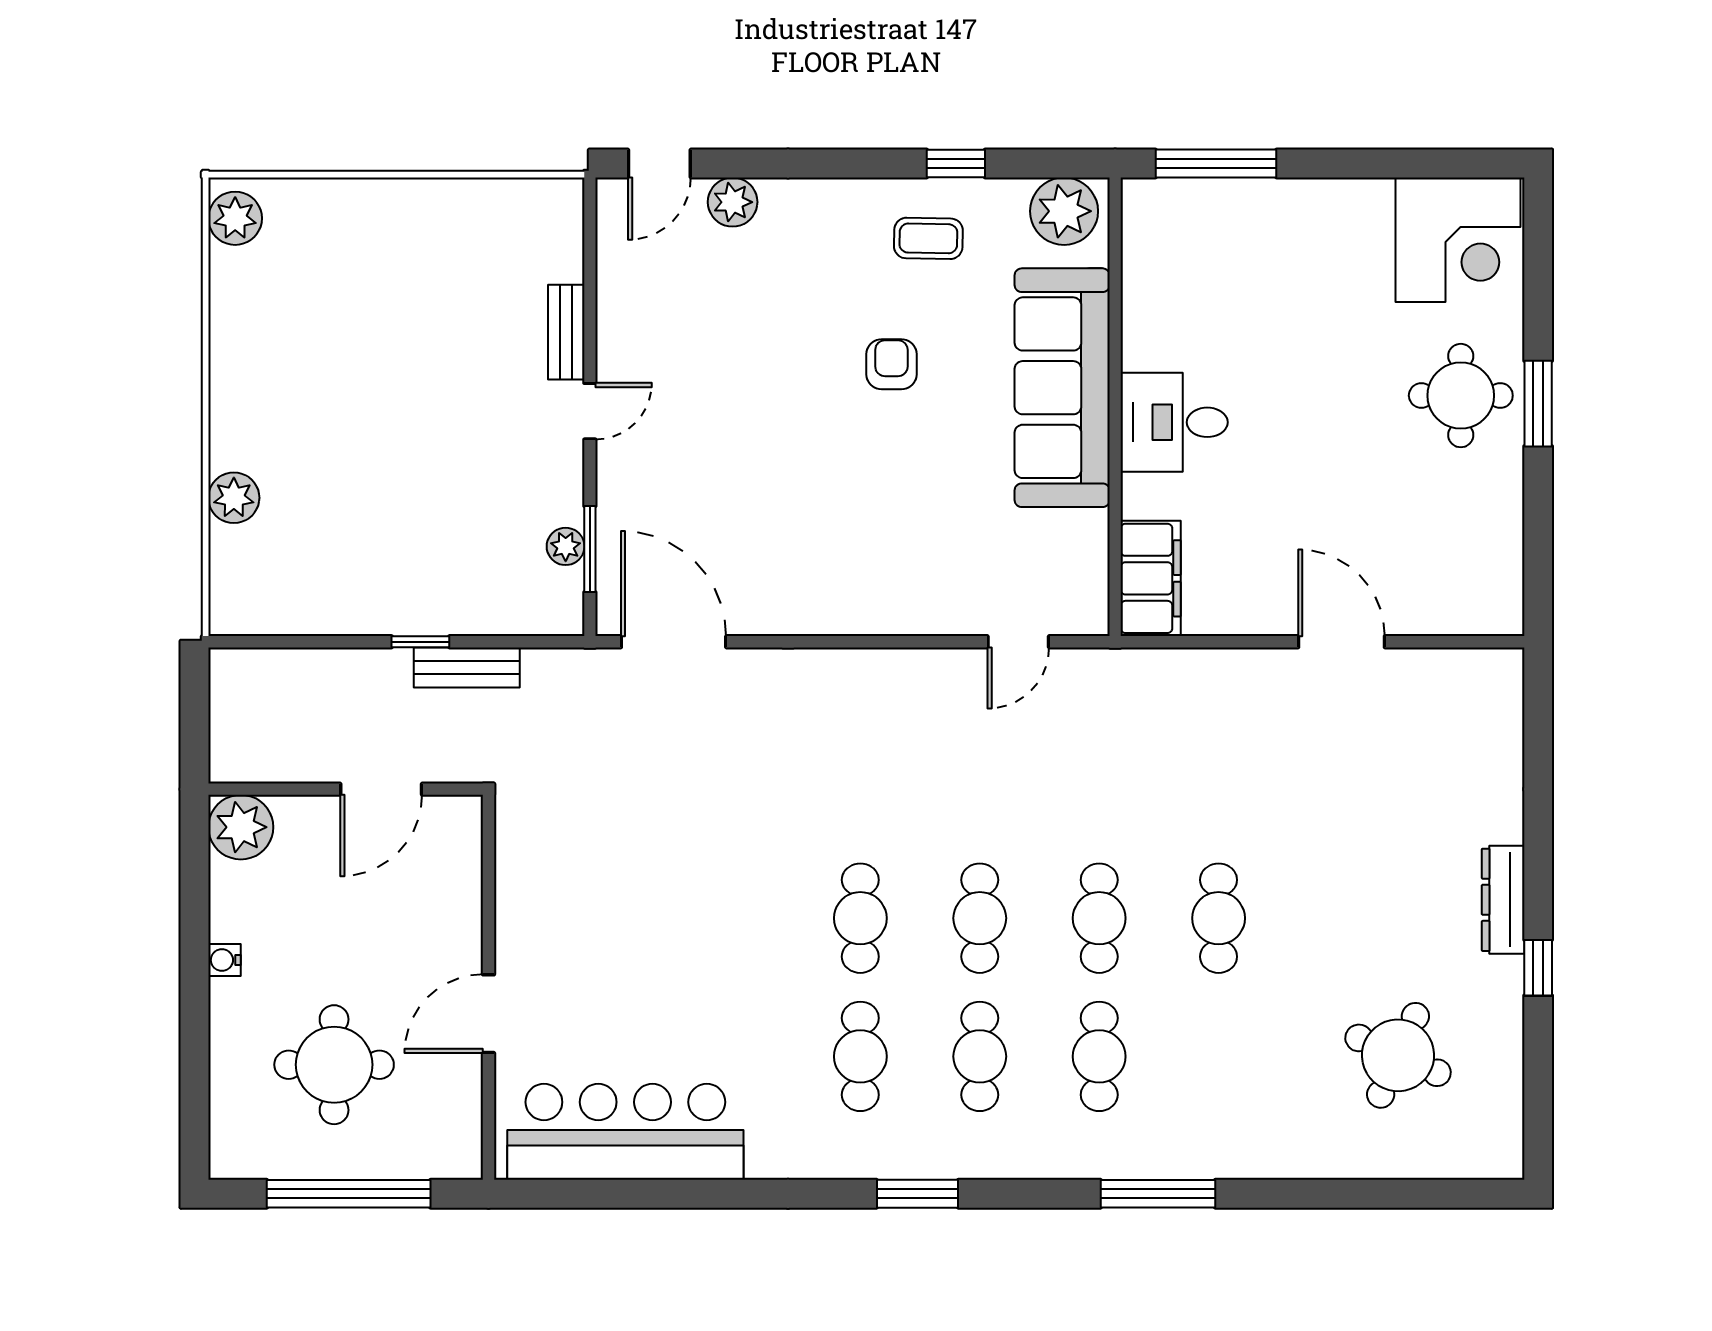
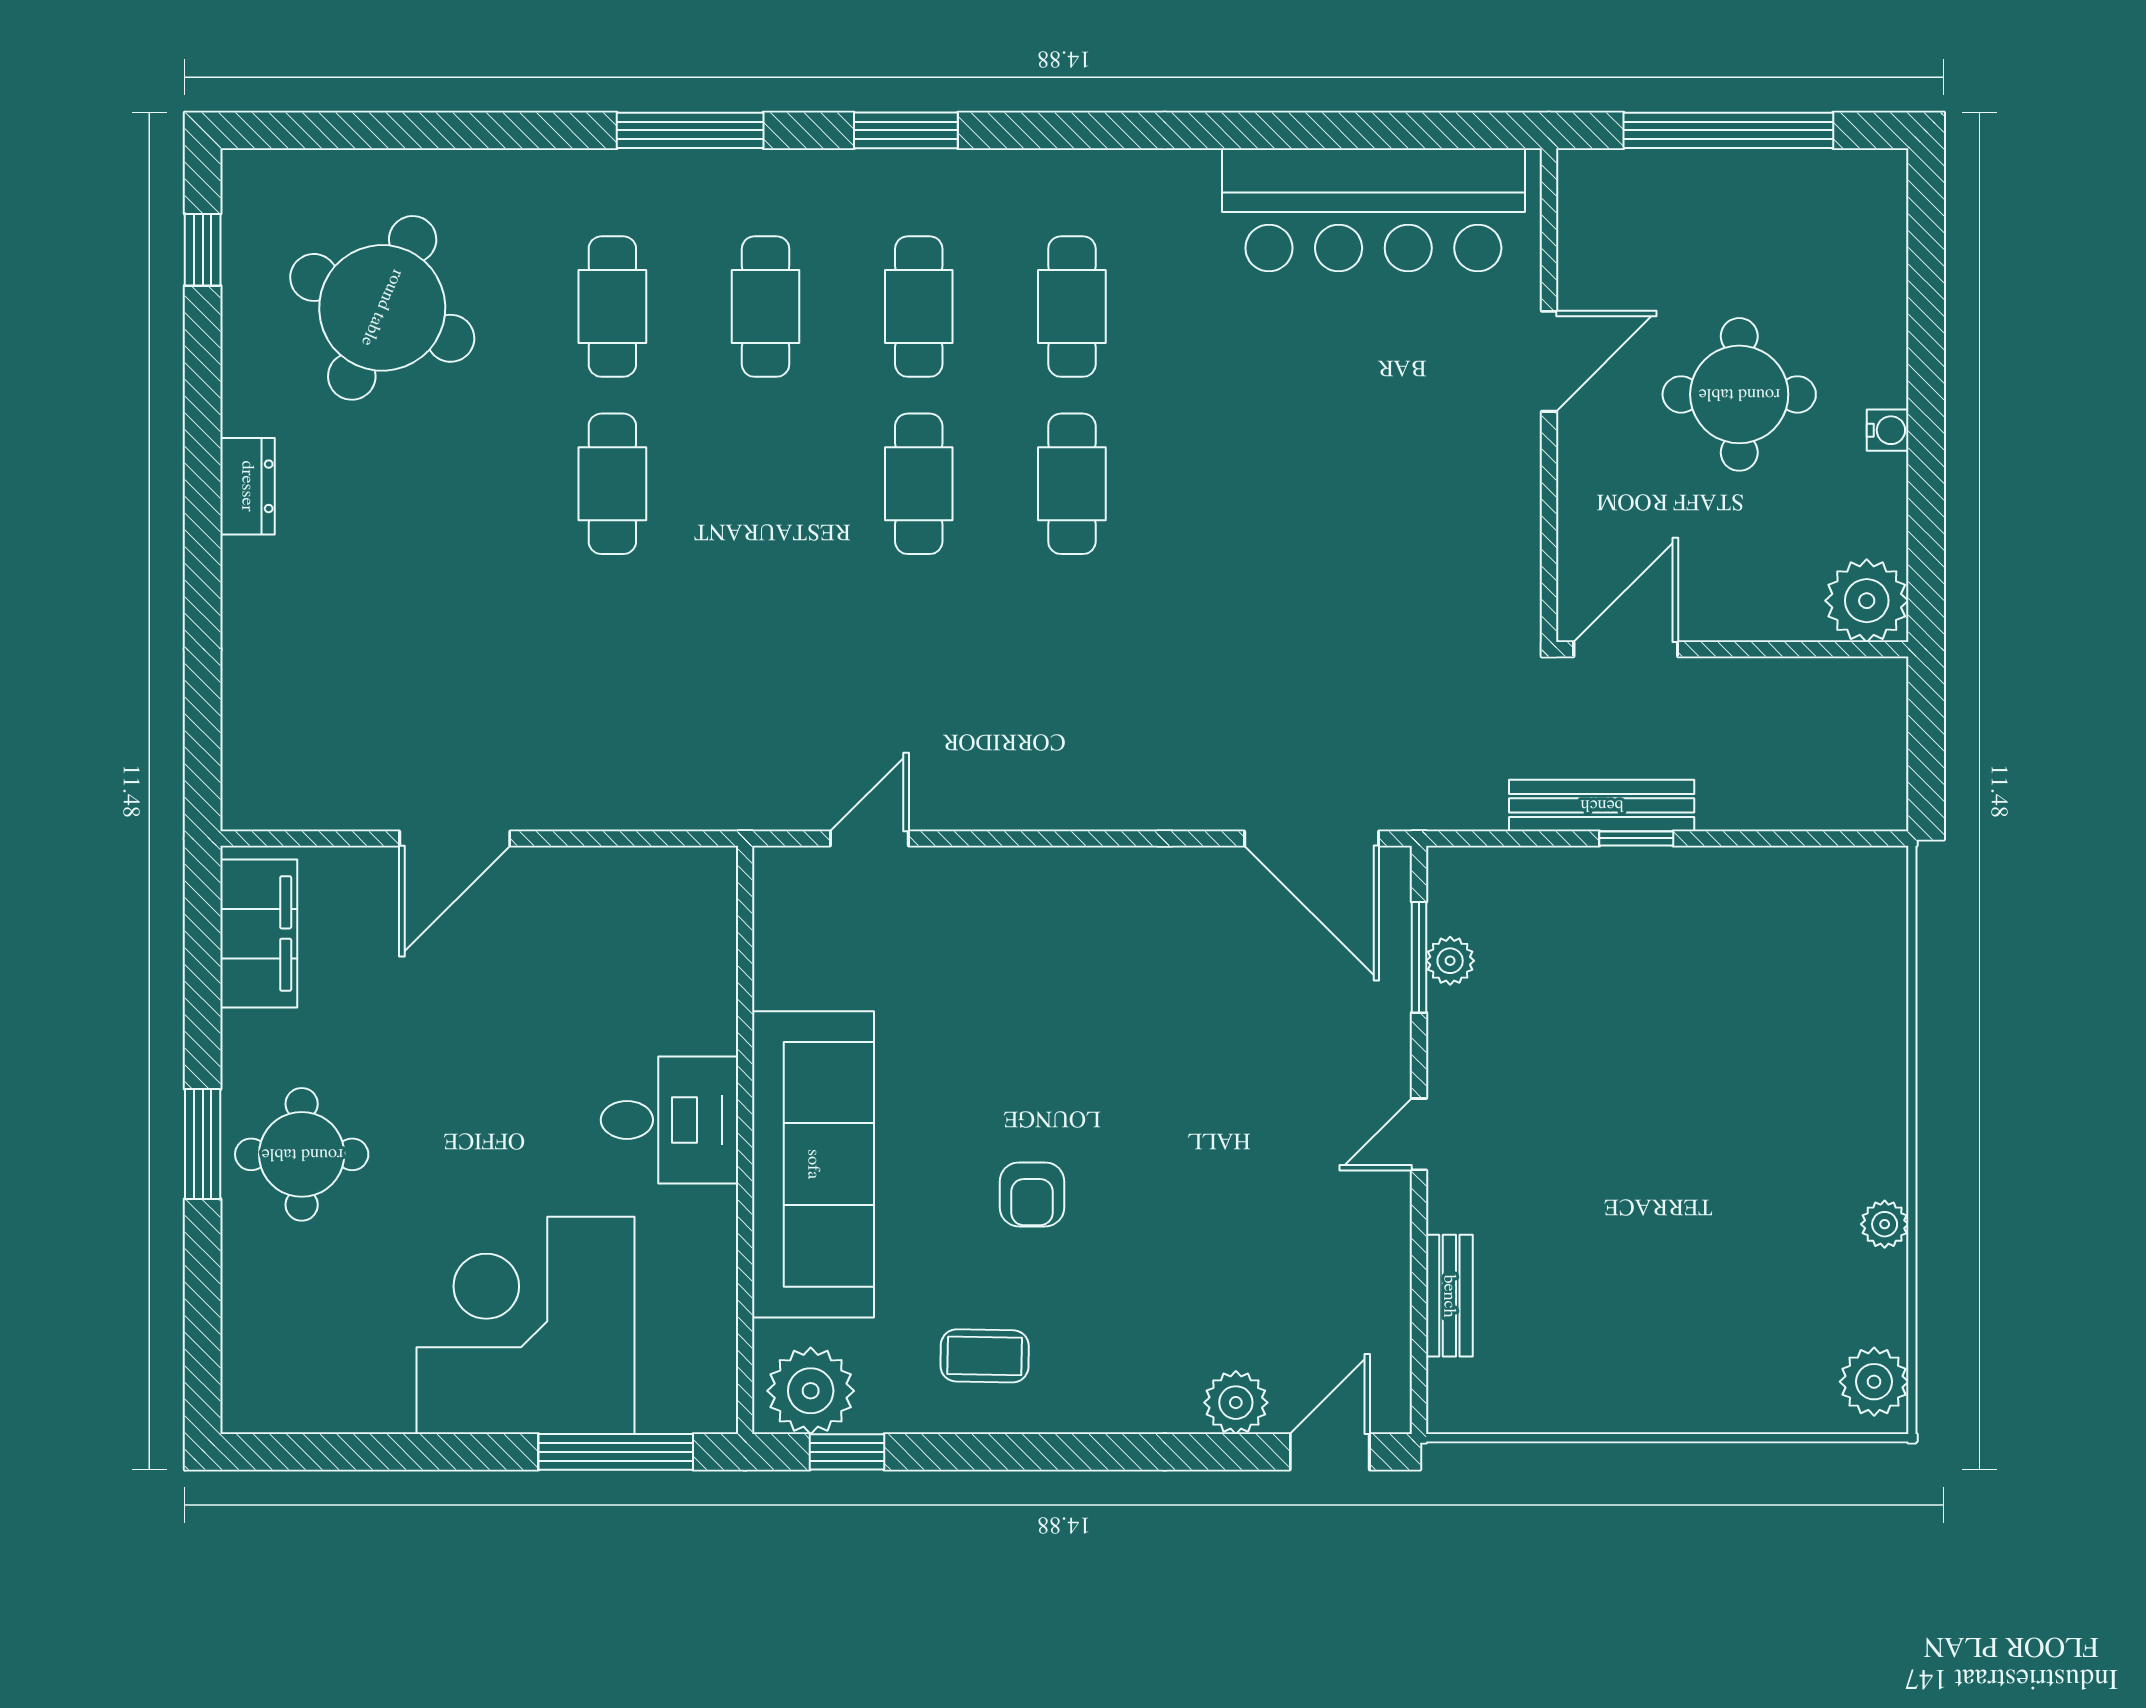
window: (956, 163) -> (847, 1452), moved
corner desk: (1458, 240) -> (525, 1325), moved, width x1.36, depth x1.36
bench: (566, 332) -> (1449, 1296), moved
plant: (234, 498) -> (1885, 1224), moved, width x0.73, depth x0.73
filing cabinet: (1151, 578) -> (259, 934), moved, turned 180
door: (1341, 642) -> (455, 838), hinge flipped
bench: (467, 667) -> (1602, 805), width x1.36
door: (381, 789) -> (1626, 649), moved
dresser: (1503, 900) -> (247, 486), width x0.70
cafe table: (1099, 918) -> (612, 307), moved
window: (1538, 968) -> (203, 250), moved
round table: (1398, 1055) -> (382, 308), width x1.36, depth x1.36
round table: (334, 1065) -> (1739, 394), moved
window: (917, 1194) -> (906, 130), moved

